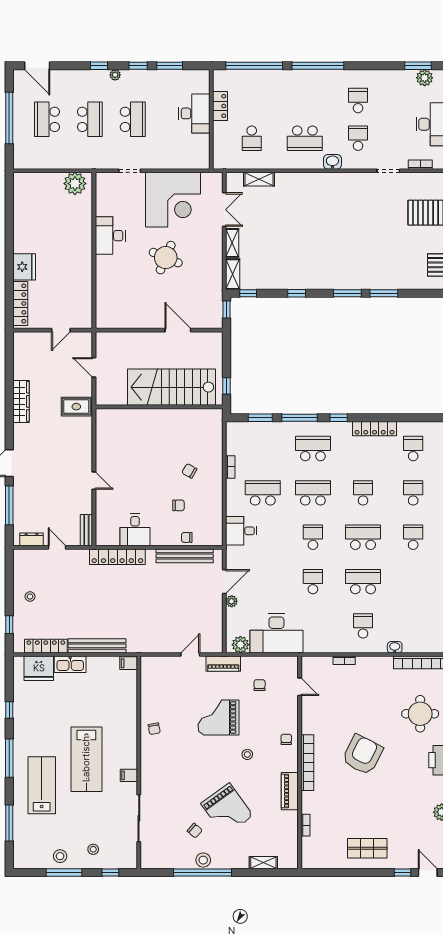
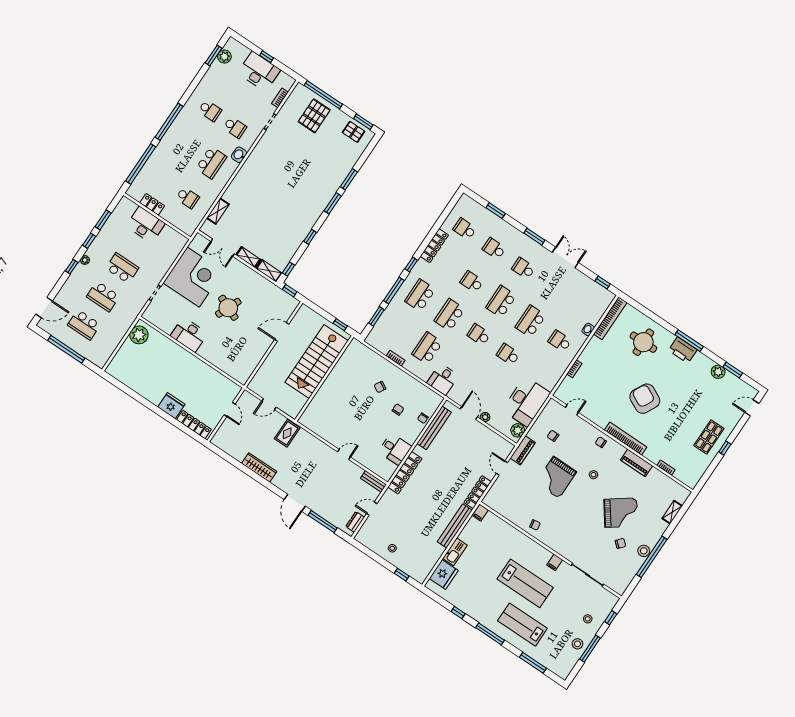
school desk: (358, 101) -> (210, 111), turned 180
school desk: (90, 119) -> (103, 296), turned 180
school desk: (358, 138) -> (235, 127), turned 180
double door: (224, 210) -> (223, 248), swing flipped
locker: (46, 646) -> (478, 492), moved
window: (403, 873) -> (725, 448), moved

